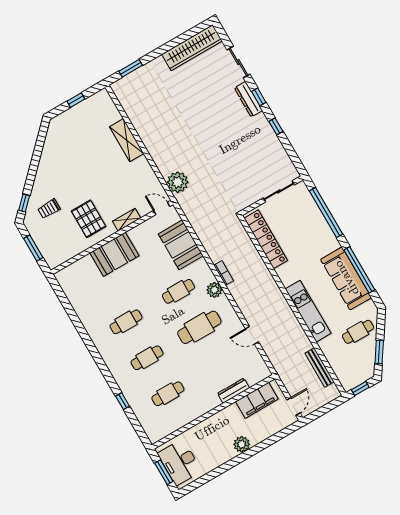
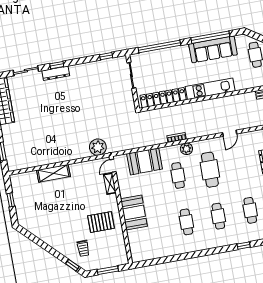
window: (276, 126) -> (106, 56), moved
shelving: (127, 220) -> (110, 184), moved
kitchen unit: (308, 311) -> (210, 89), moved

